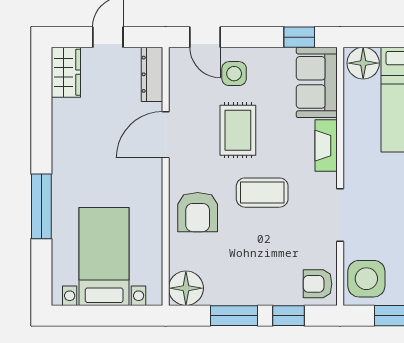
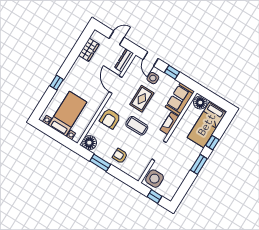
window: (299, 37) -> (172, 72), moved
wardrobe: (66, 72) -> (89, 50), moved
door: (166, 135) -> (116, 85), hinge flipped
window: (41, 206) -> (57, 83), width x0.46
armchair: (318, 284) -> (120, 156), moved
window: (289, 316) -> (119, 175), removed

